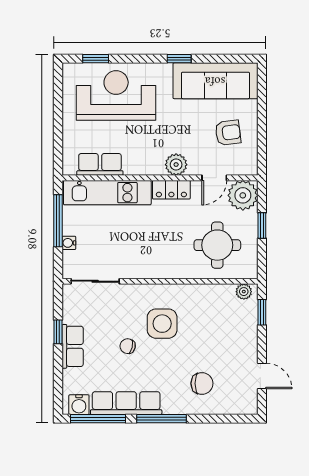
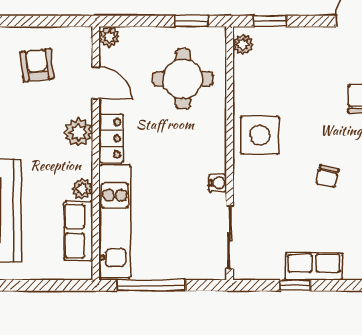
plant: (133, 167) -> (82, 189), added
plant: (243, 195) -> (109, 37), width x0.53, depth x0.53
window: (262, 226) -> (191, 21), moved
water cooler: (69, 243) -> (218, 183), moved, turned -90
side table: (162, 324) -> (260, 135), moved
chair: (128, 346) -> (327, 176), moved

